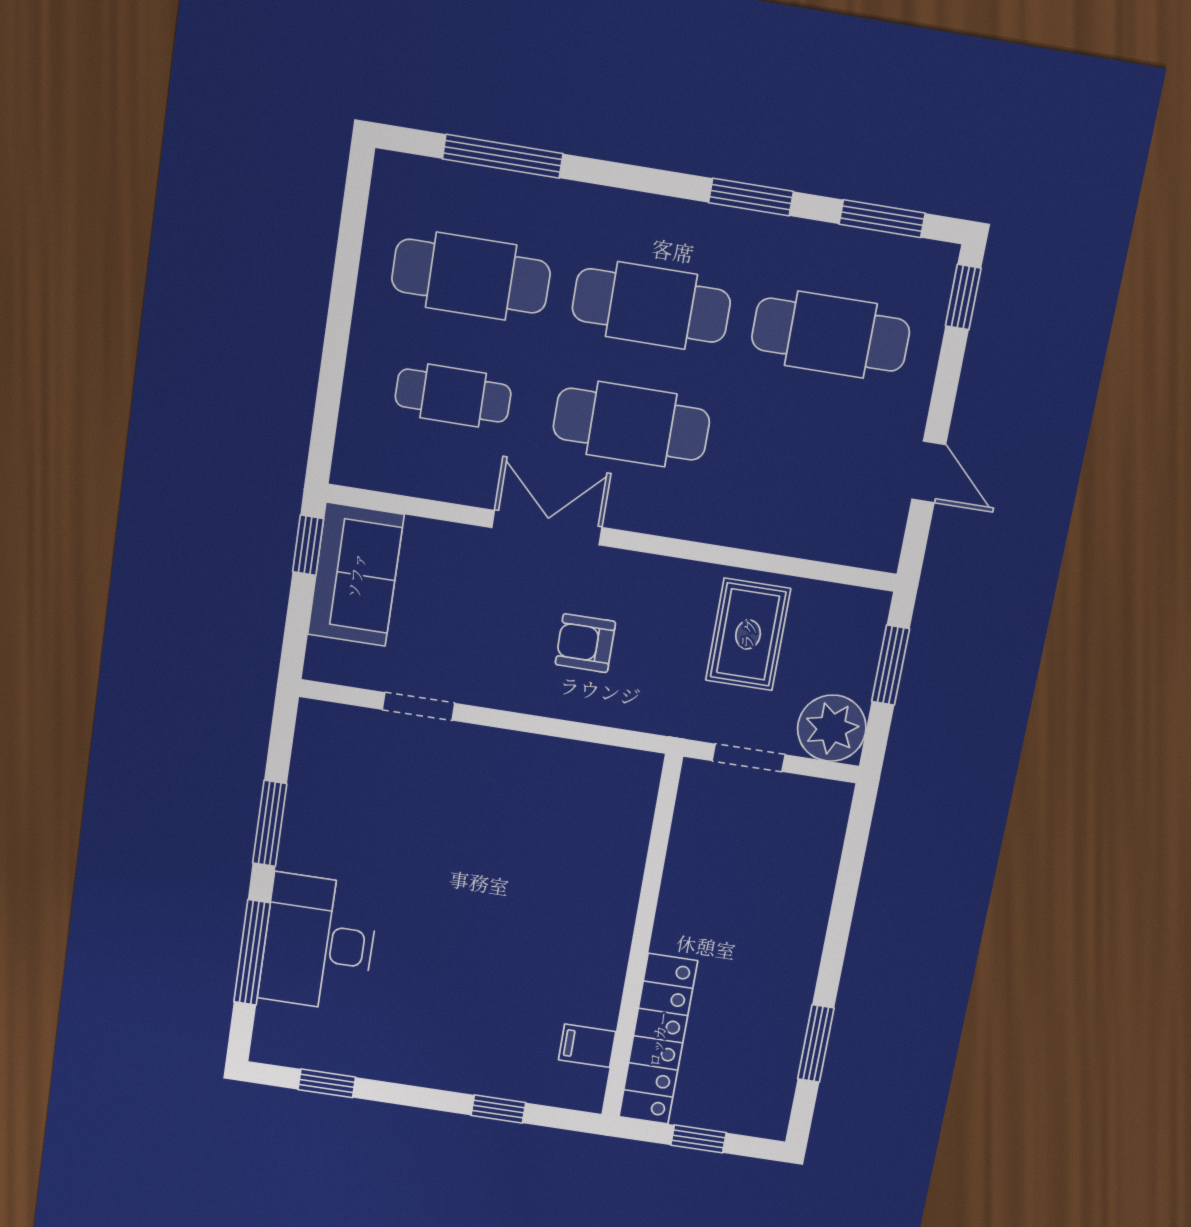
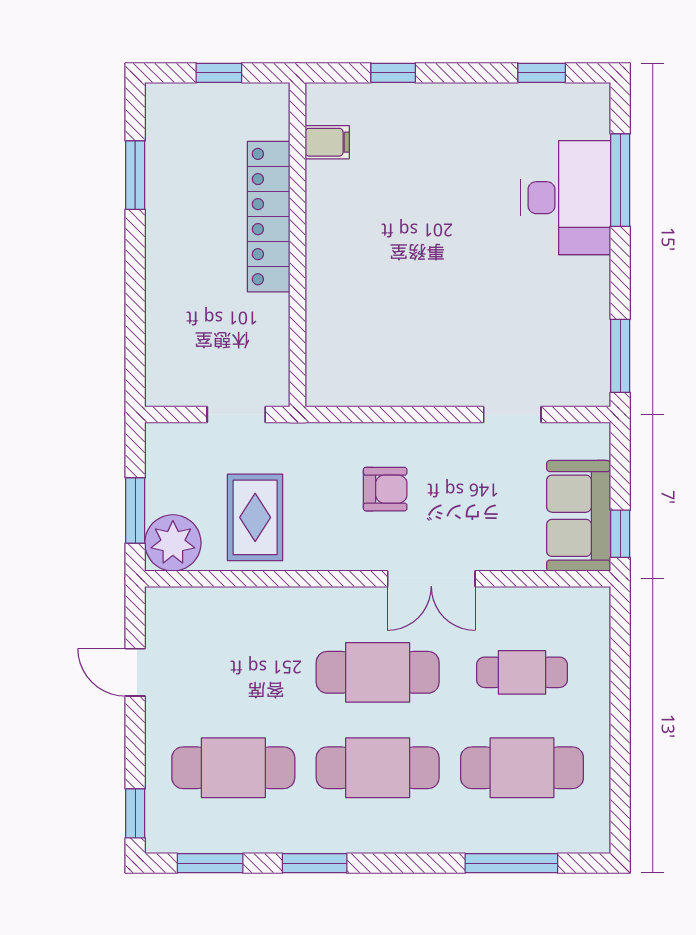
plant: (832, 728) -> (173, 543), moved
window: (270, 823) -> (620, 356), moved
locker: (658, 1039) -> (269, 217), moved

